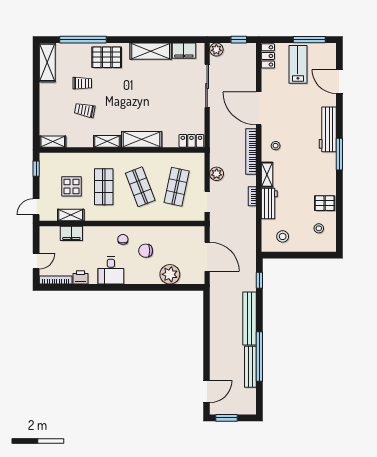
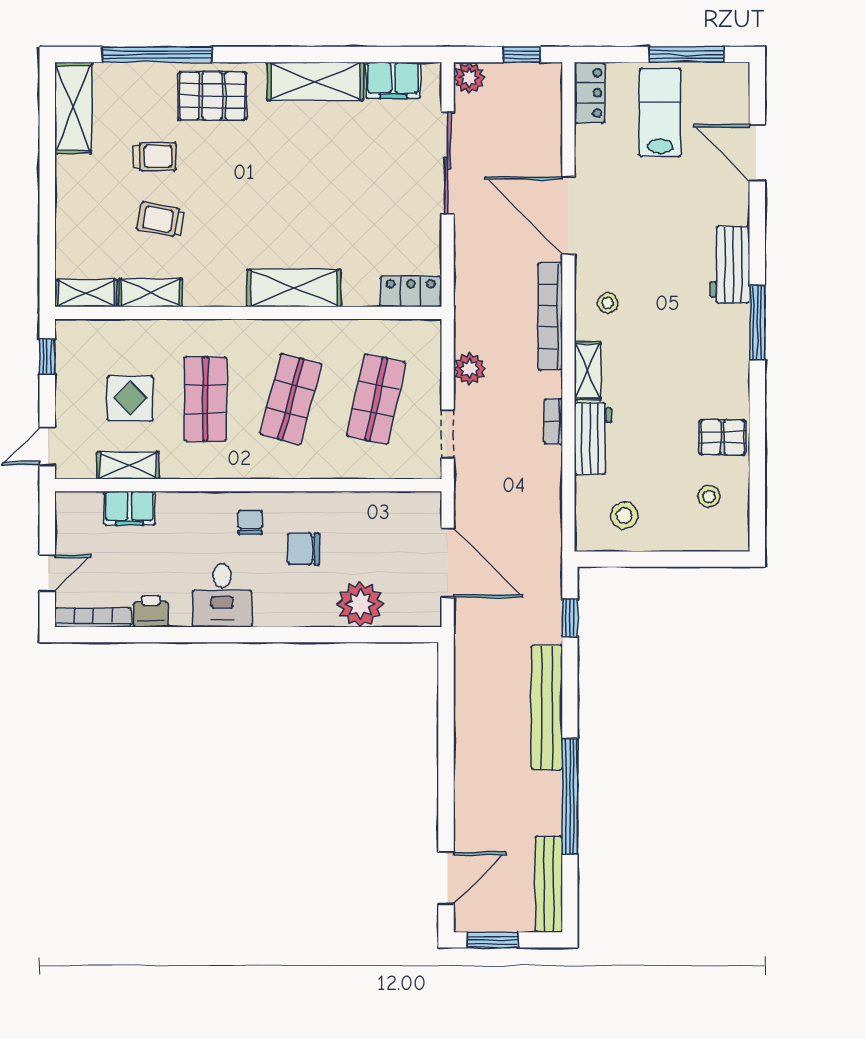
workbench: (328, 129) -> (730, 265), width x0.73
shelving: (107, 141) -> (150, 293), moved
shop shelf: (140, 187) -> (291, 399), turned 36
bench: (250, 367) -> (549, 884), moved

